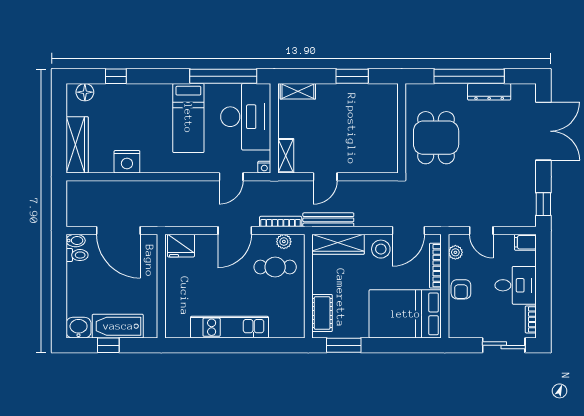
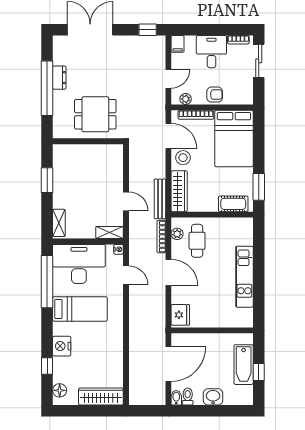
dresser: (489, 92) -> (59, 78), width x0.70
nightstand: (127, 162) -> (62, 346), moved, turned 180
washbasin: (79, 328) -> (213, 397), moved, turned 90

